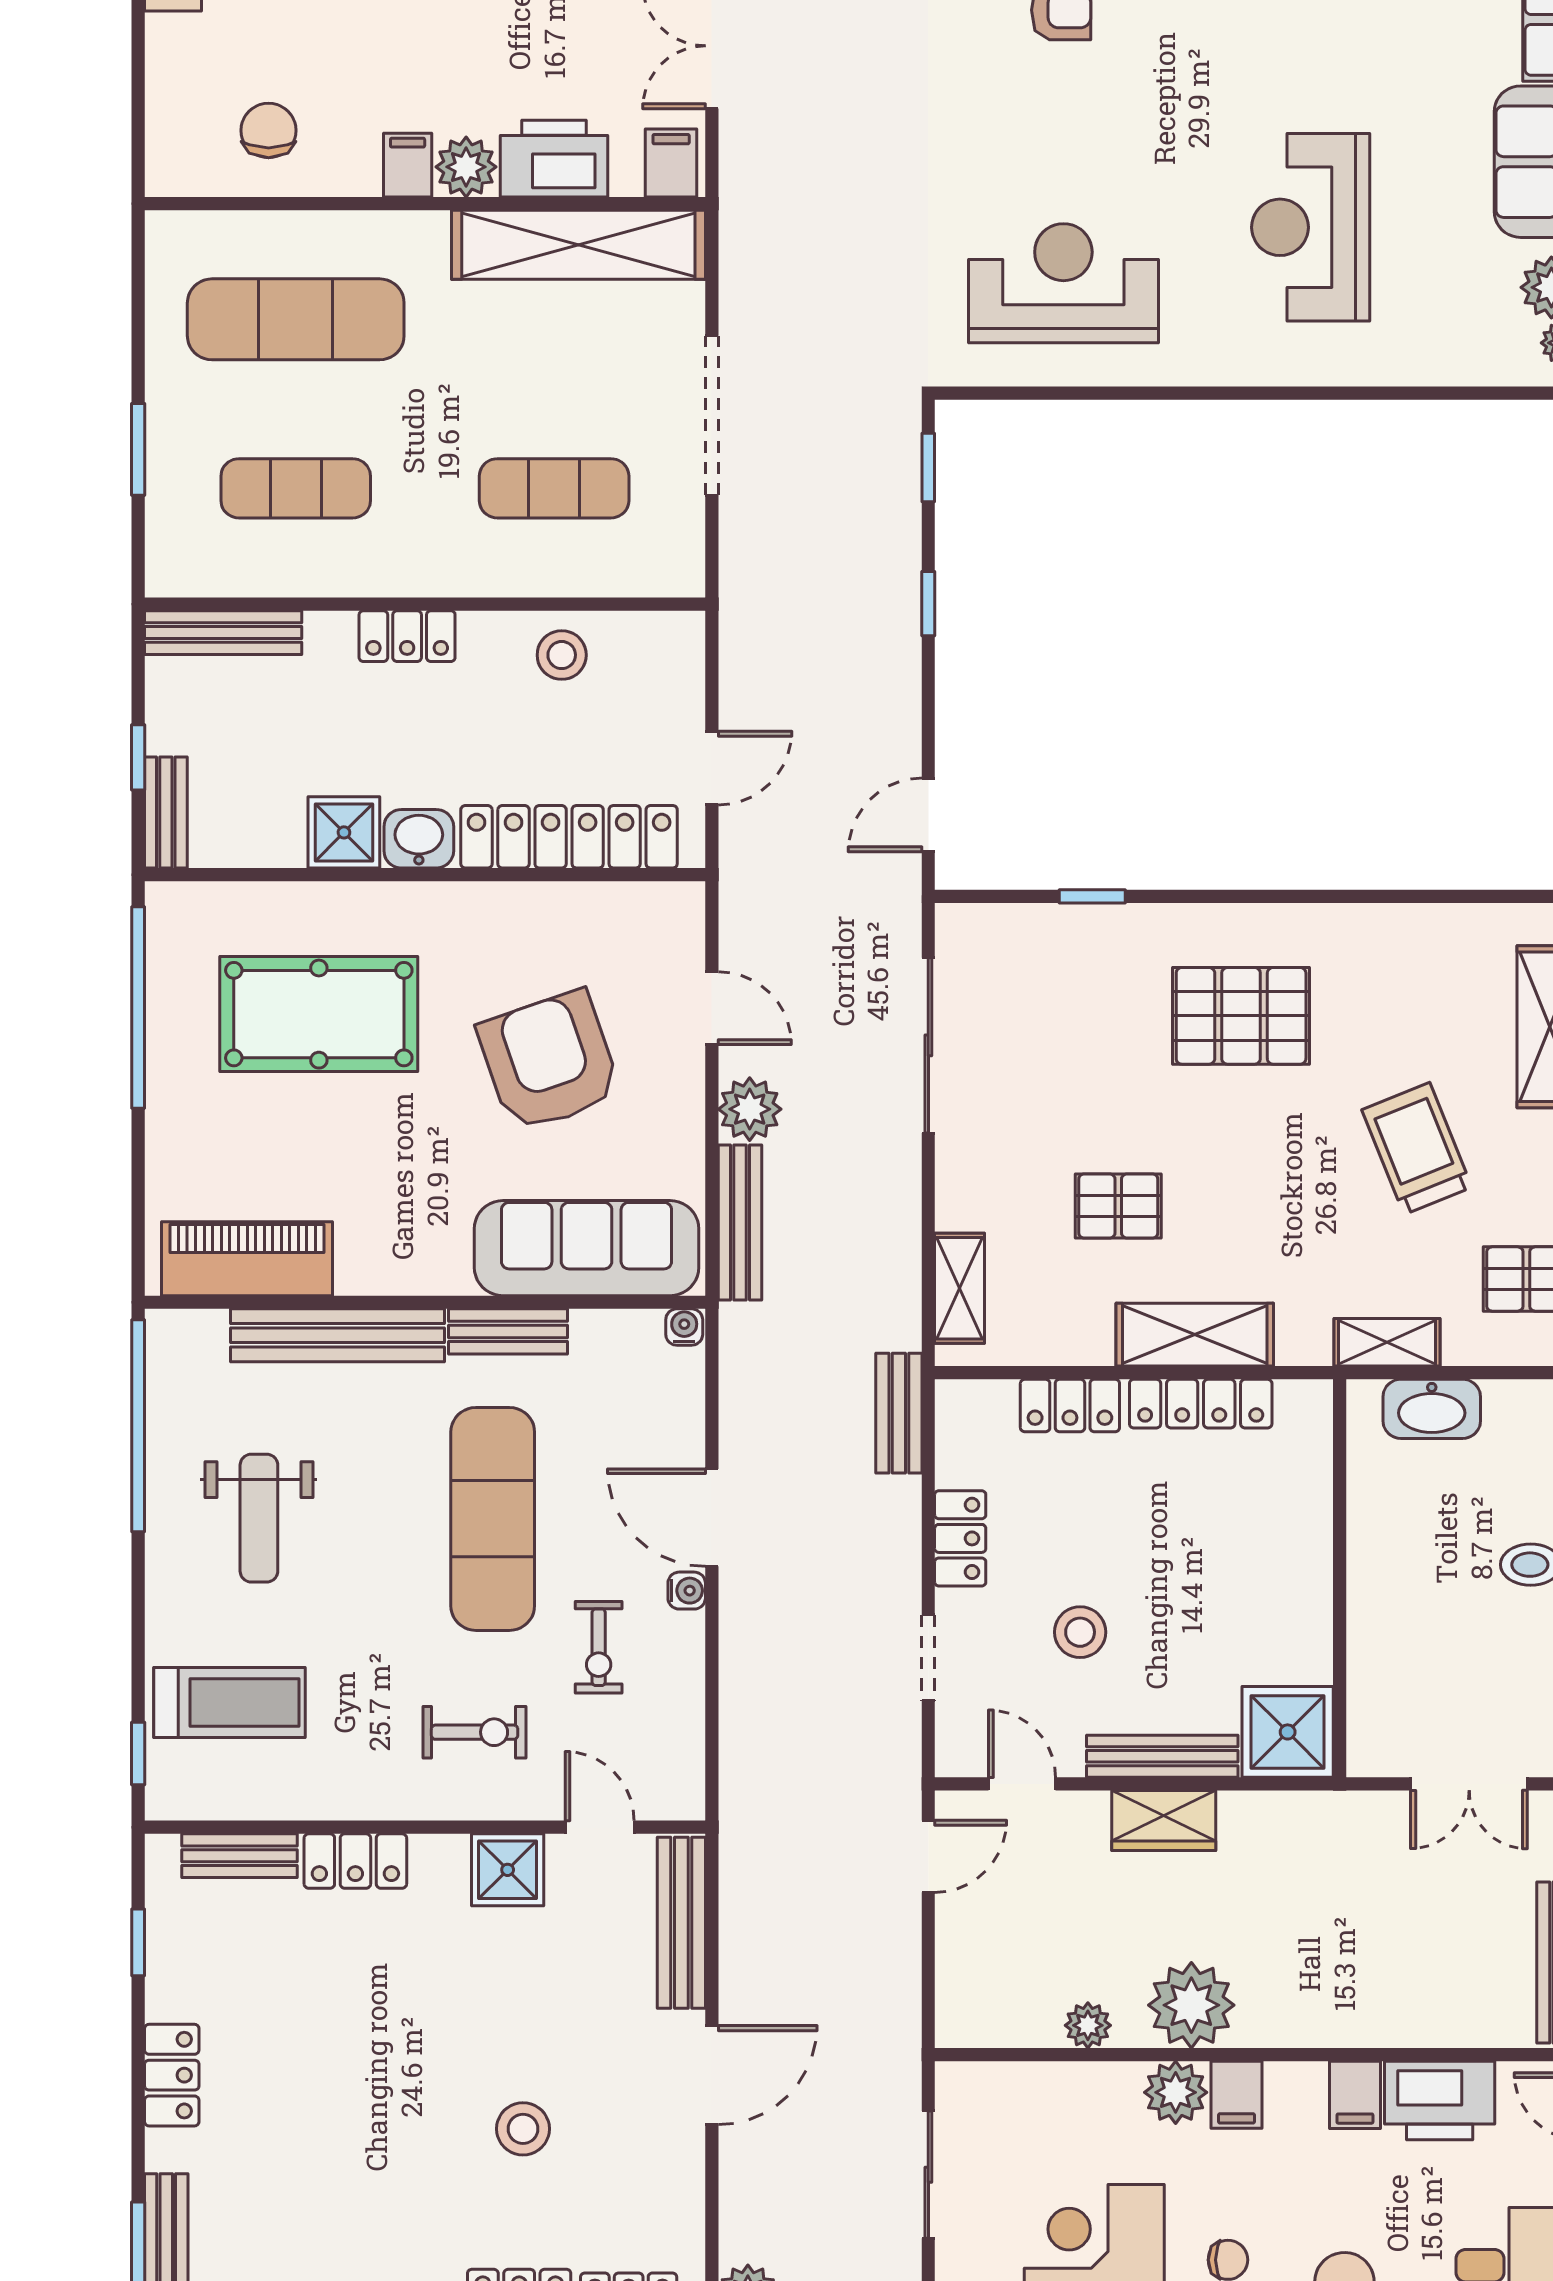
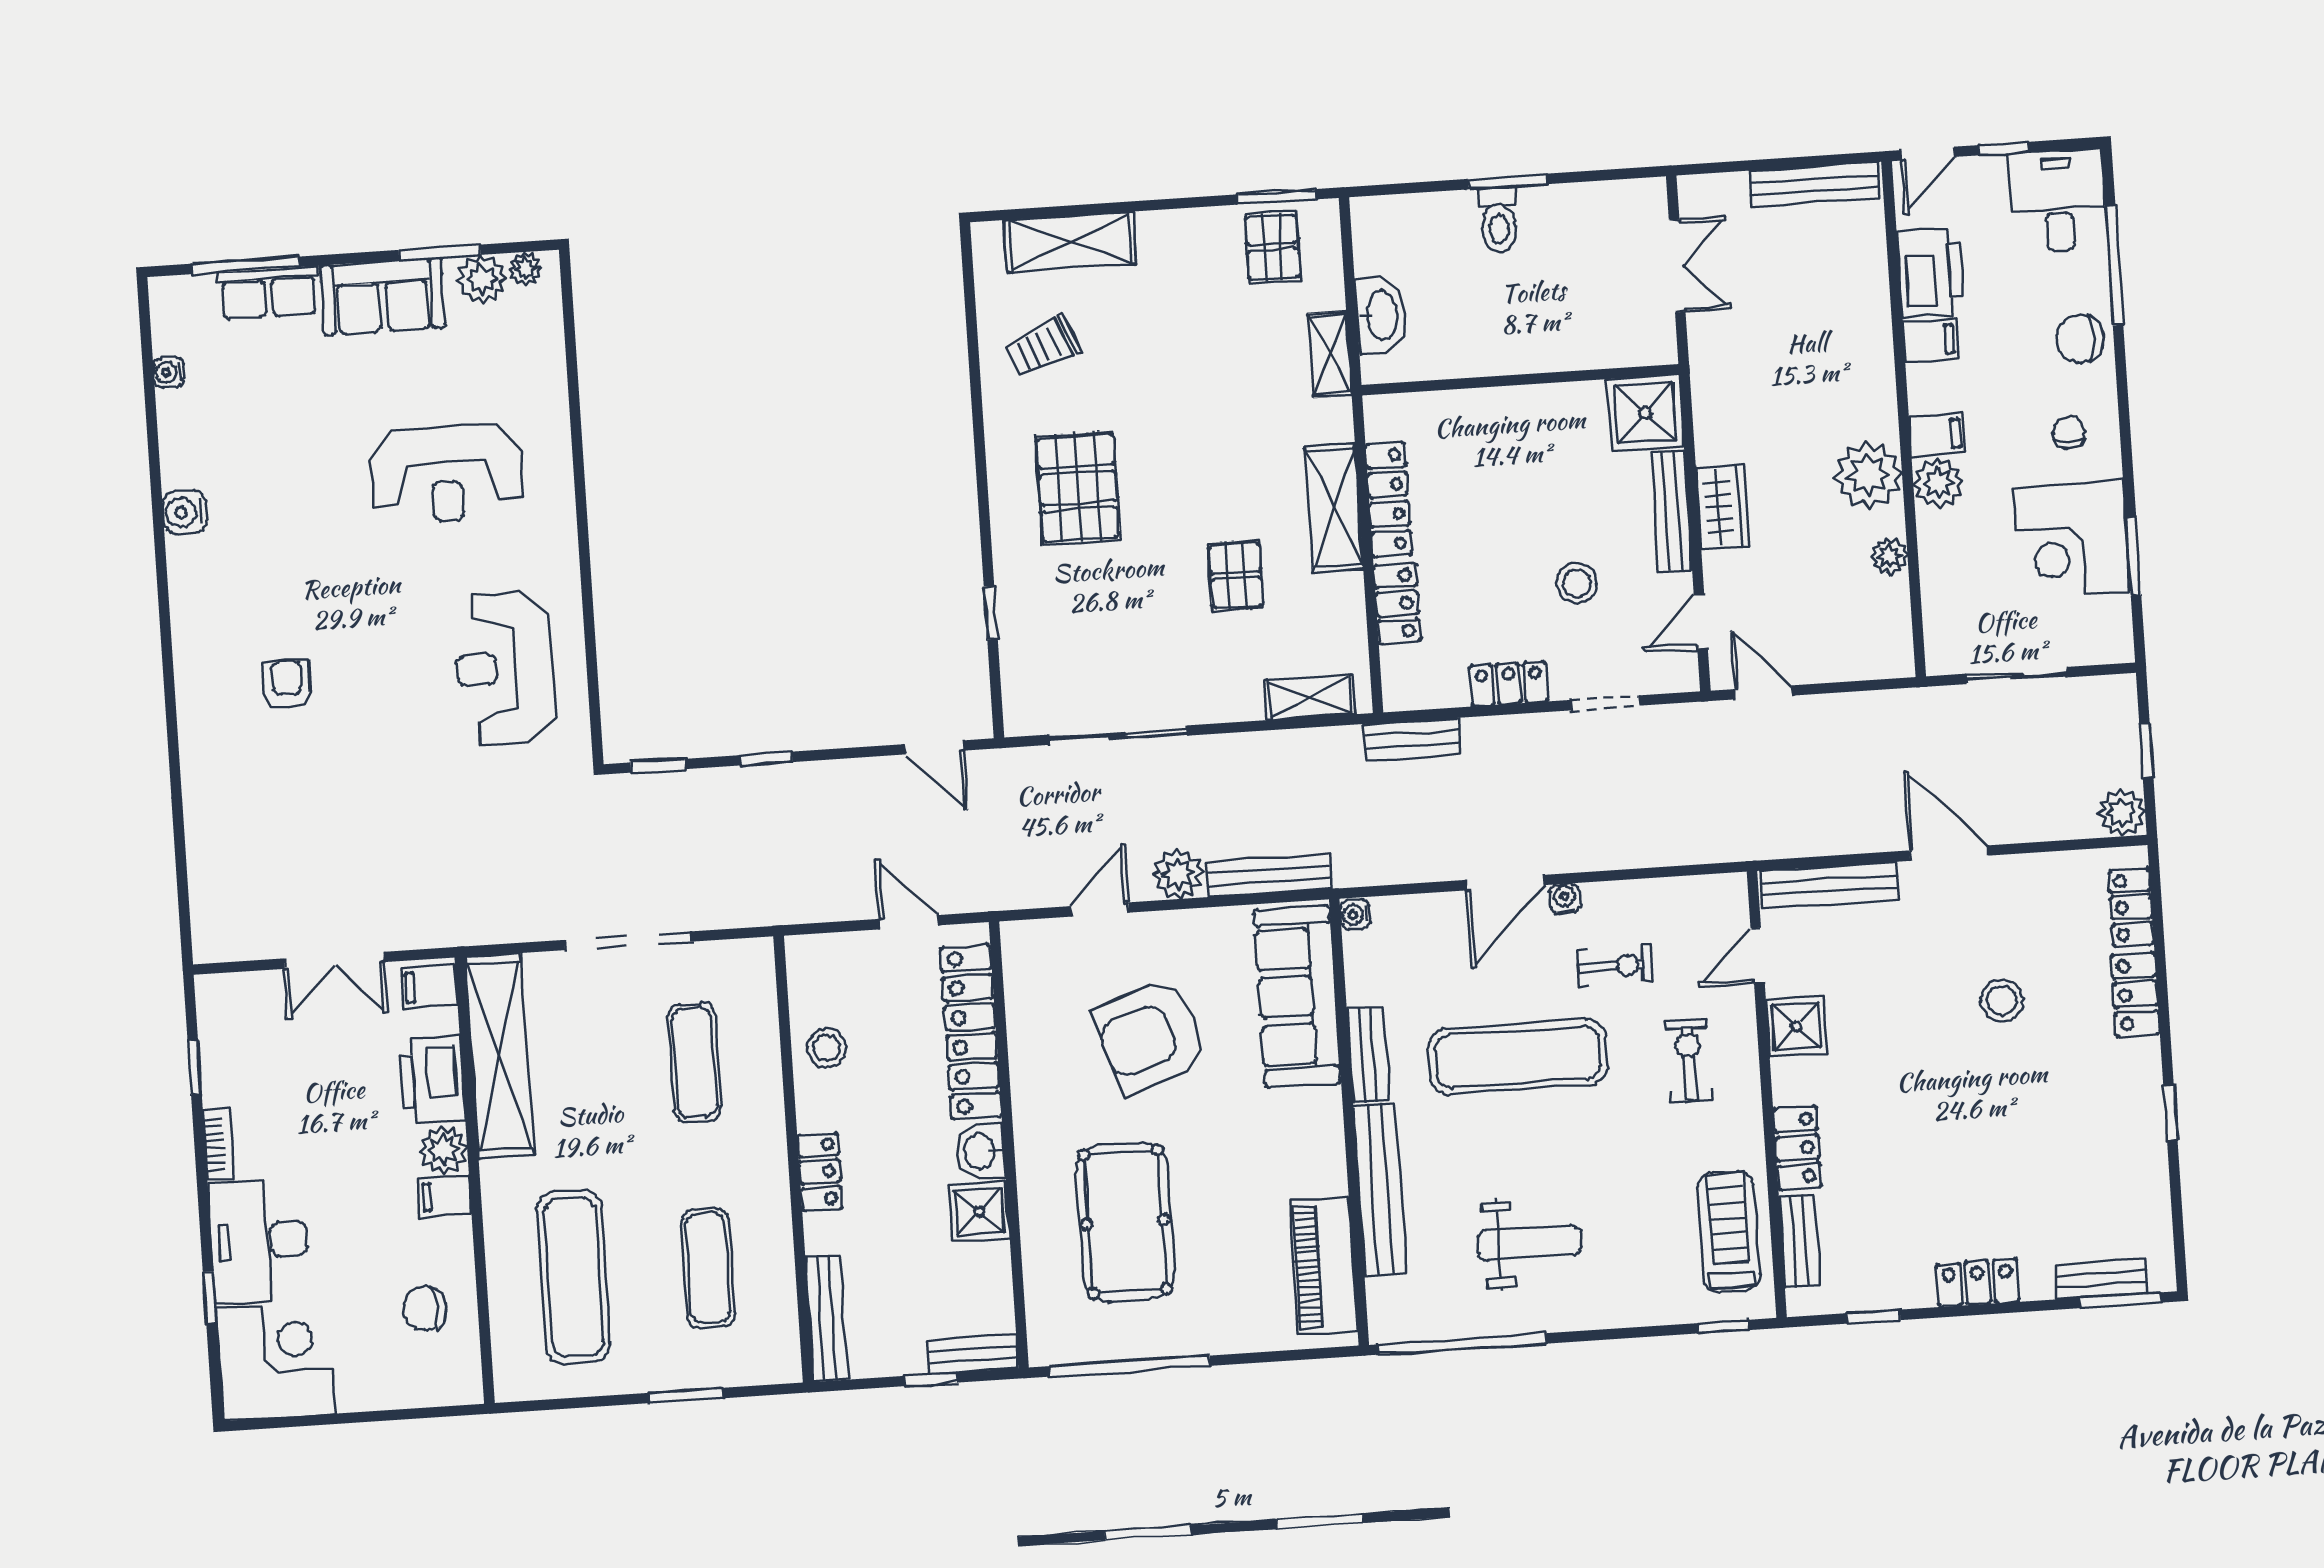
trolley: (1417, 1149) -> (1043, 347), moved, width x0.73, depth x0.72
treadmill: (229, 1702) -> (1729, 1232), moved

